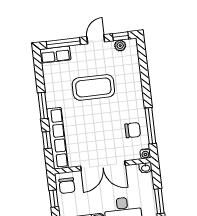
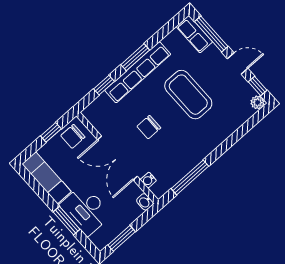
plant: (120, 46) -> (258, 102), moved
chair: (133, 130) -> (149, 127), moved, turned 90
row of seats: (57, 138) -> (138, 72), moved
water cooler: (145, 154) -> (148, 180), moved

